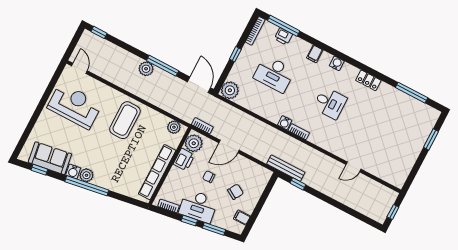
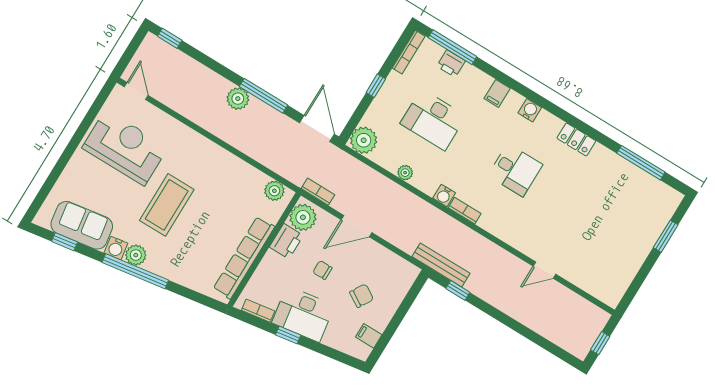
plant: (258, 110) -> (405, 173), added
coffee table: (125, 120) -> (167, 205), moved
window: (214, 229) -> (325, 350), removed

